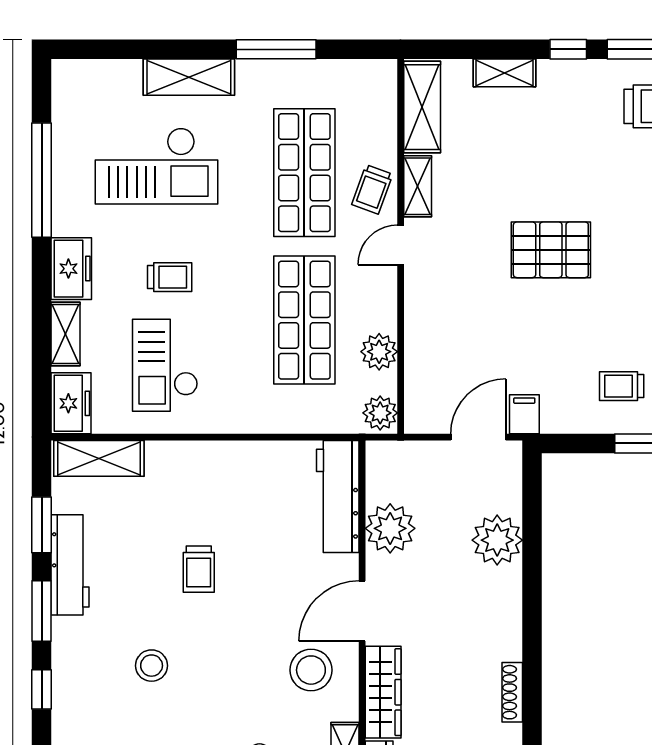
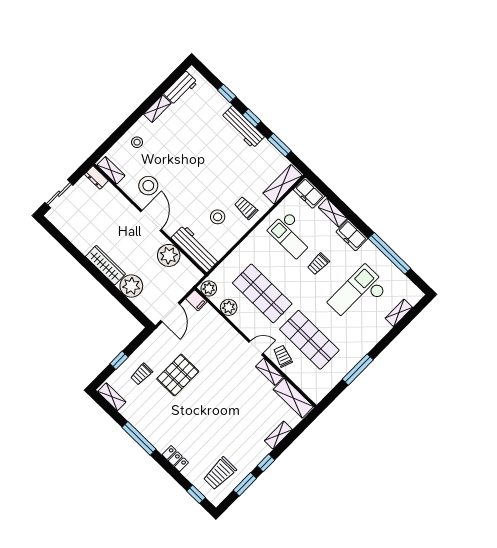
shelving: (189, 77) -> (399, 313), moved, width x0.67, depth x0.75
door: (401, 245) -> (256, 348), hinge flipped
pallet: (551, 250) -> (178, 375), moved
checkout: (165, 365) -> (292, 235), turned 180
trolley: (622, 386) -> (141, 374), turned 180
filing cabinet: (524, 414) -> (196, 300), moved
workbench: (70, 565) -> (243, 127), moved
trolley: (199, 569) -> (246, 208), moved
window: (42, 611) -> (252, 118), width x0.67
stool: (152, 666) -> (218, 217), moved
wardrobe: (383, 692) -> (105, 265), moved, turned 180
shoe rack: (512, 692) -> (78, 243), removed

